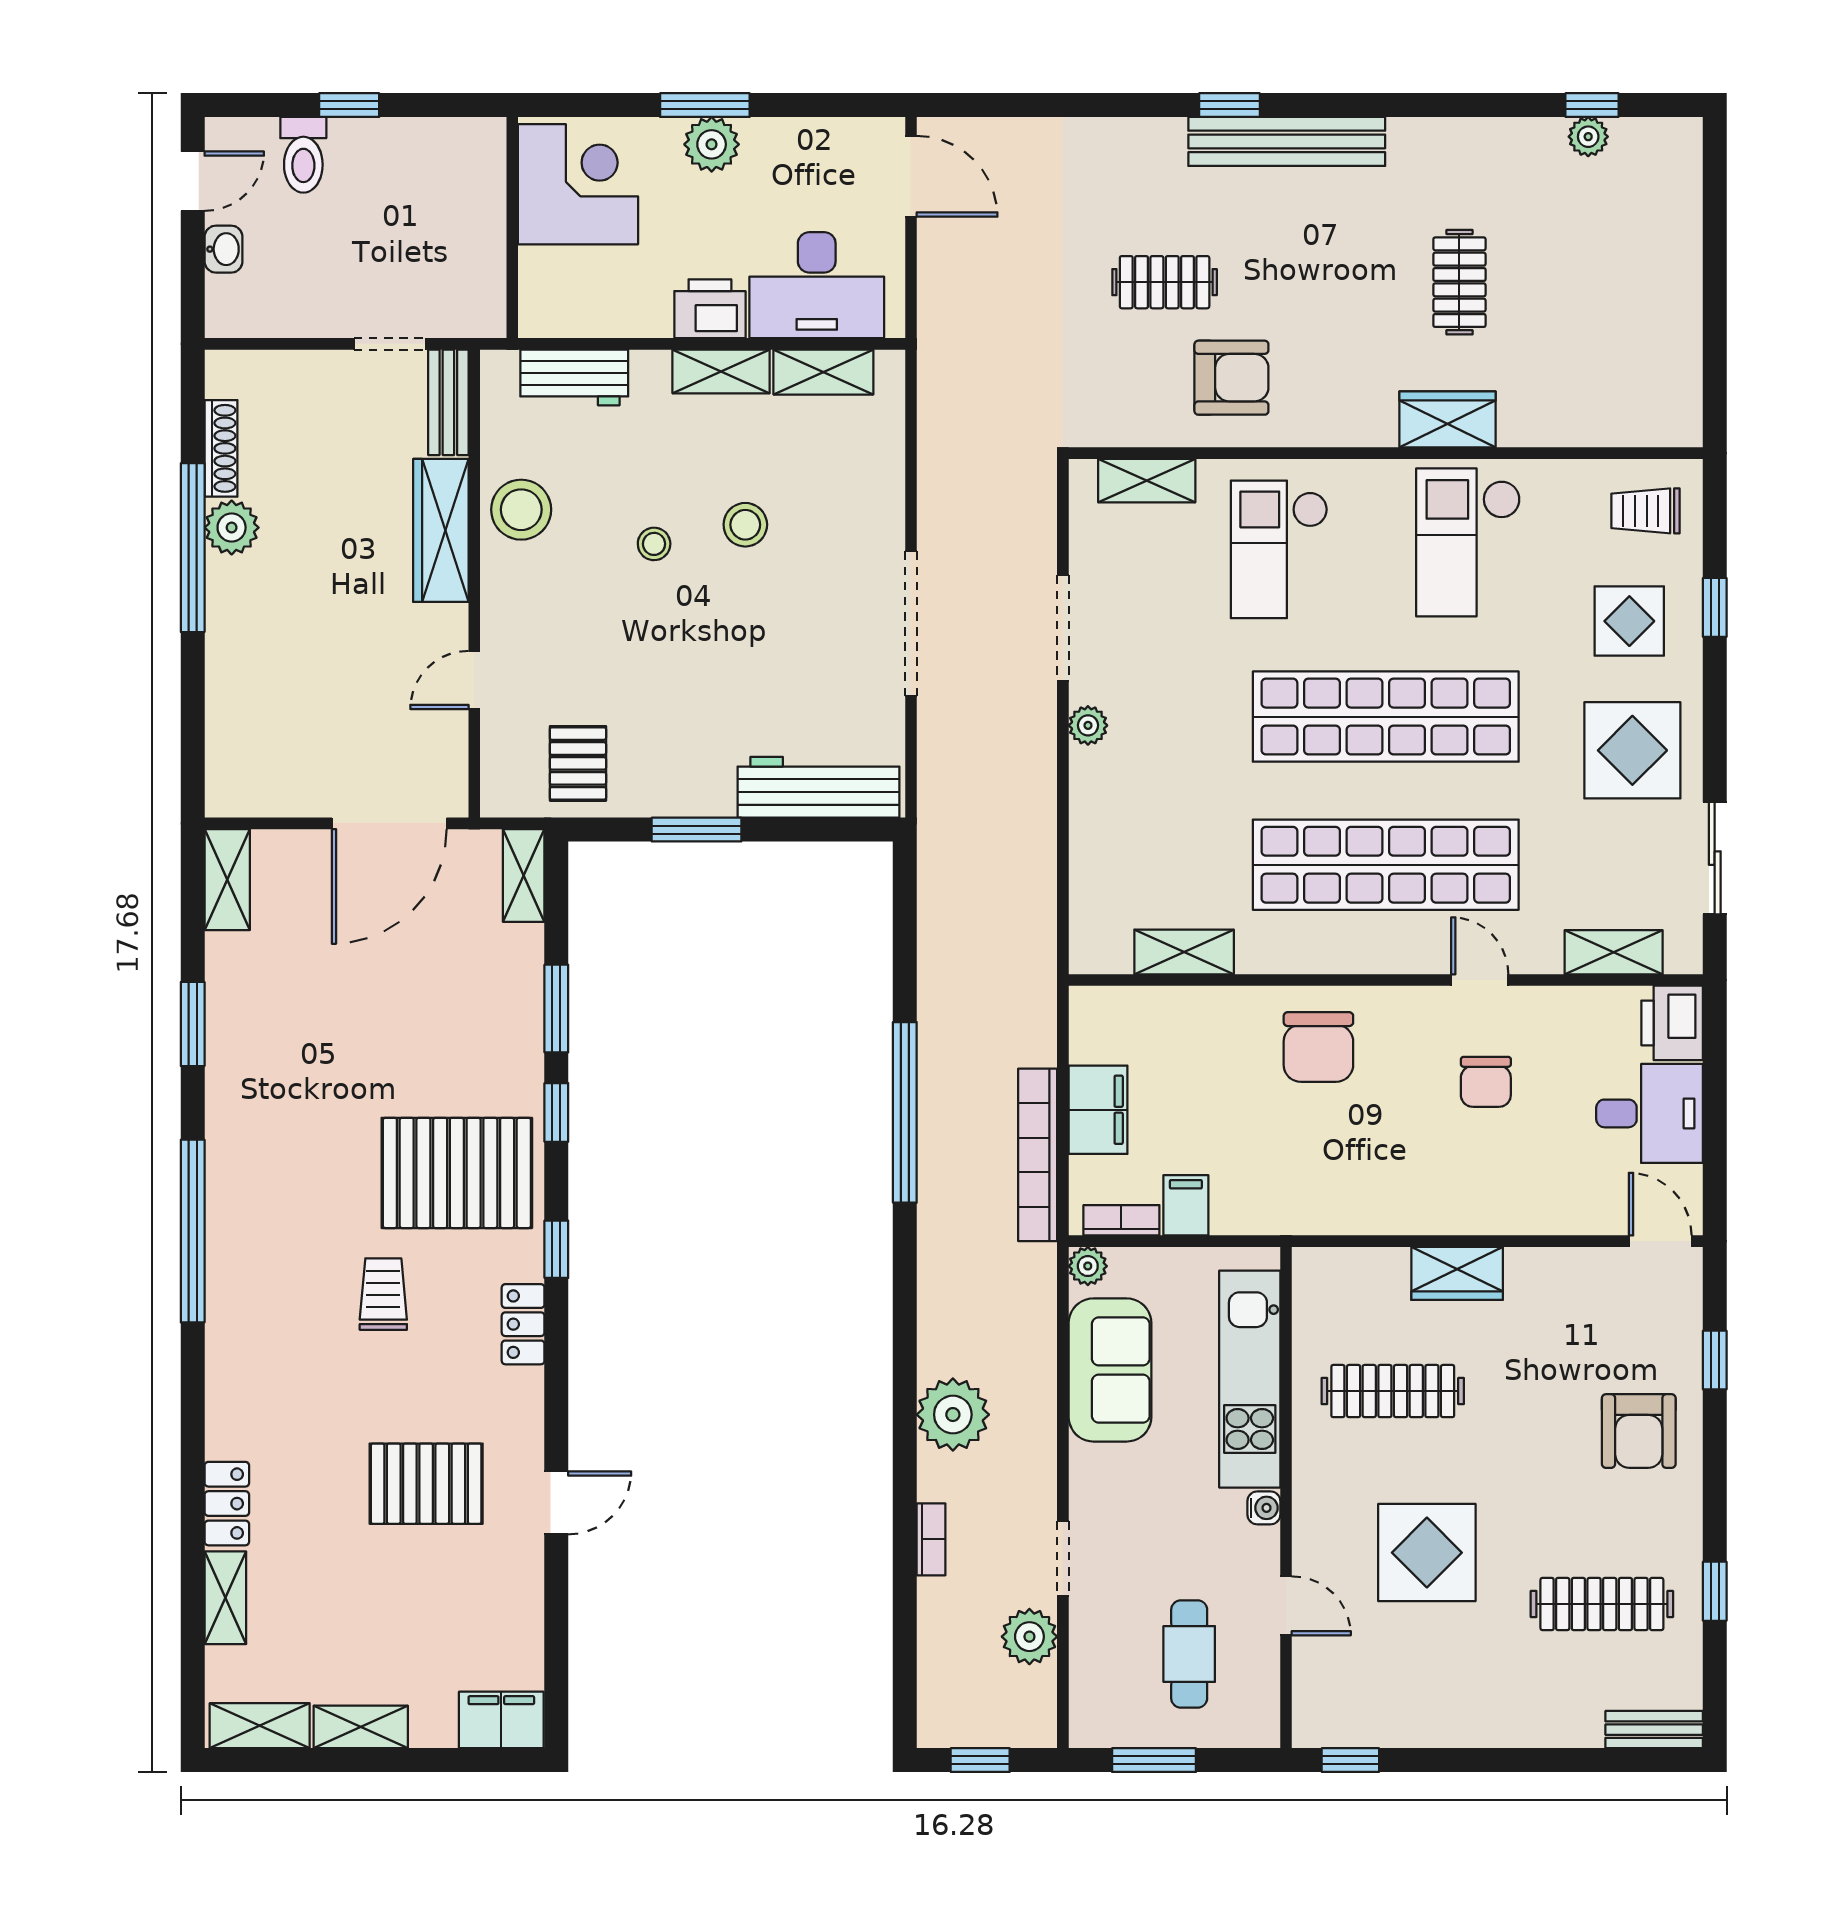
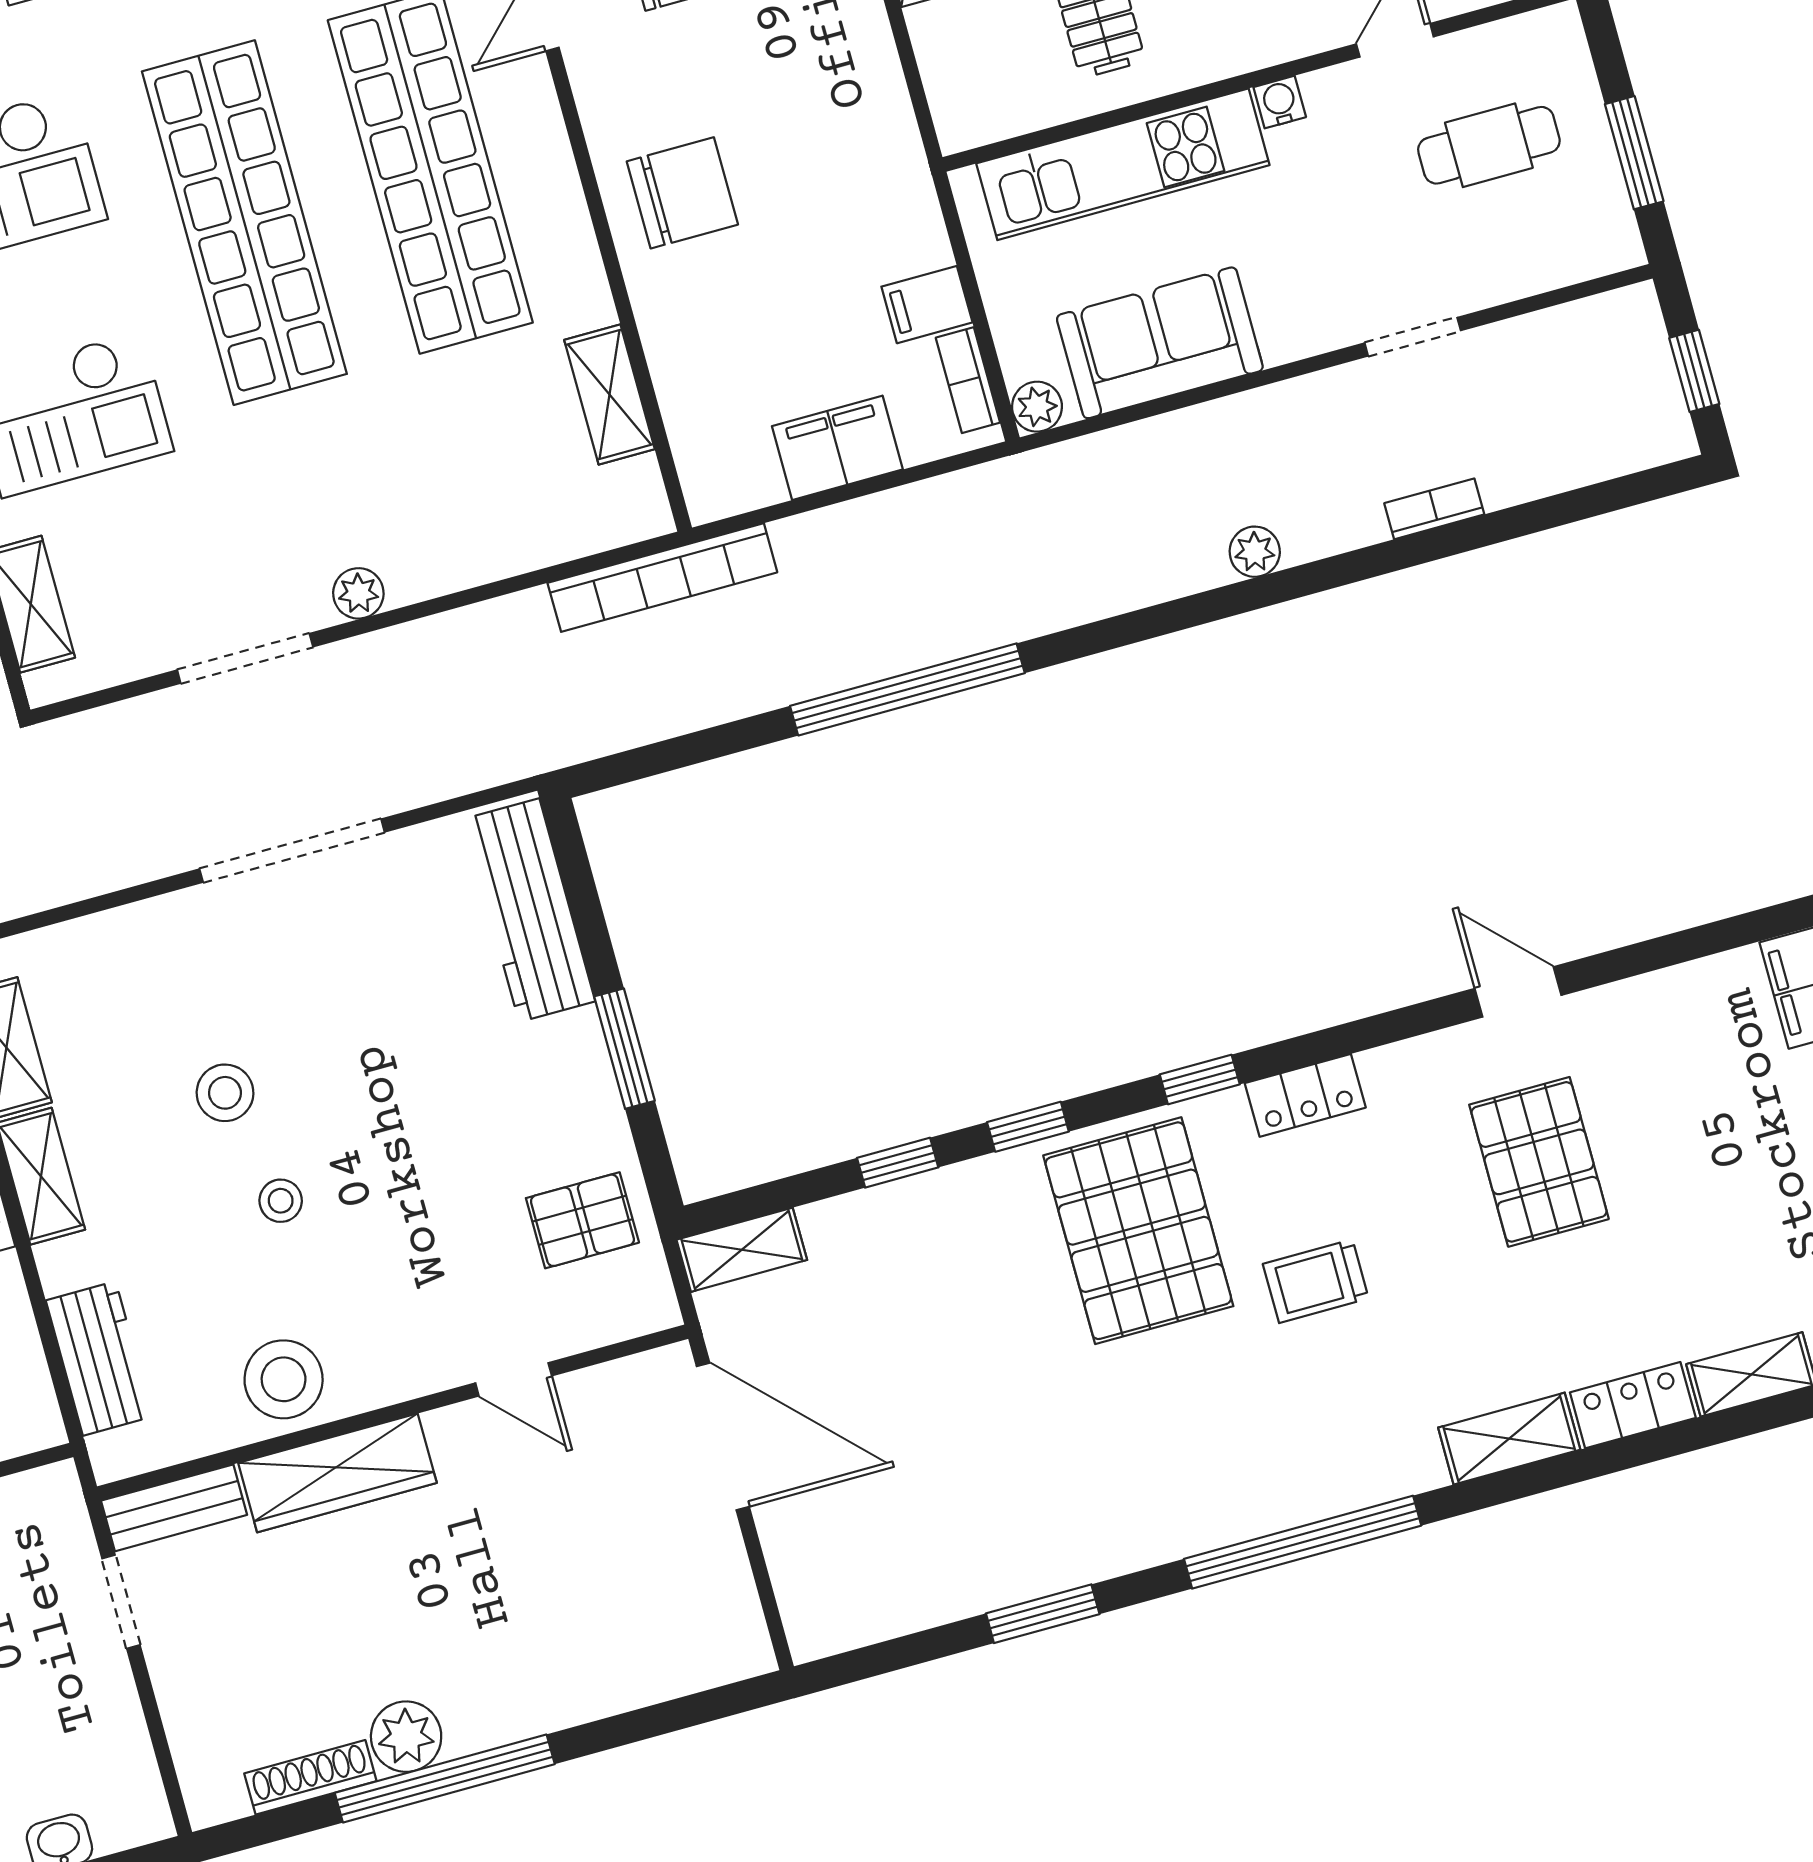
shelving: (227, 880) -> (1509, 1439), moved
window: (556, 1009) -> (898, 1163), width x0.67
bookcase: (1038, 1155) -> (662, 578), moved
plant: (953, 1415) -> (1255, 552), width x0.53, depth x0.53
plant: (1029, 1637) -> (1522, 352), removed

